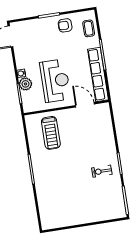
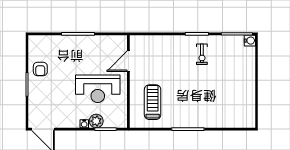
coffee table: (89, 28) -> (47, 44), removed
row of seats: (98, 74) -> (98, 42), removed
reception desk: (55, 81) -> (98, 89), turned 180
treadmill: (51, 133) -> (153, 102), turned -90
water cooler: (121, 213) -> (250, 41), added

